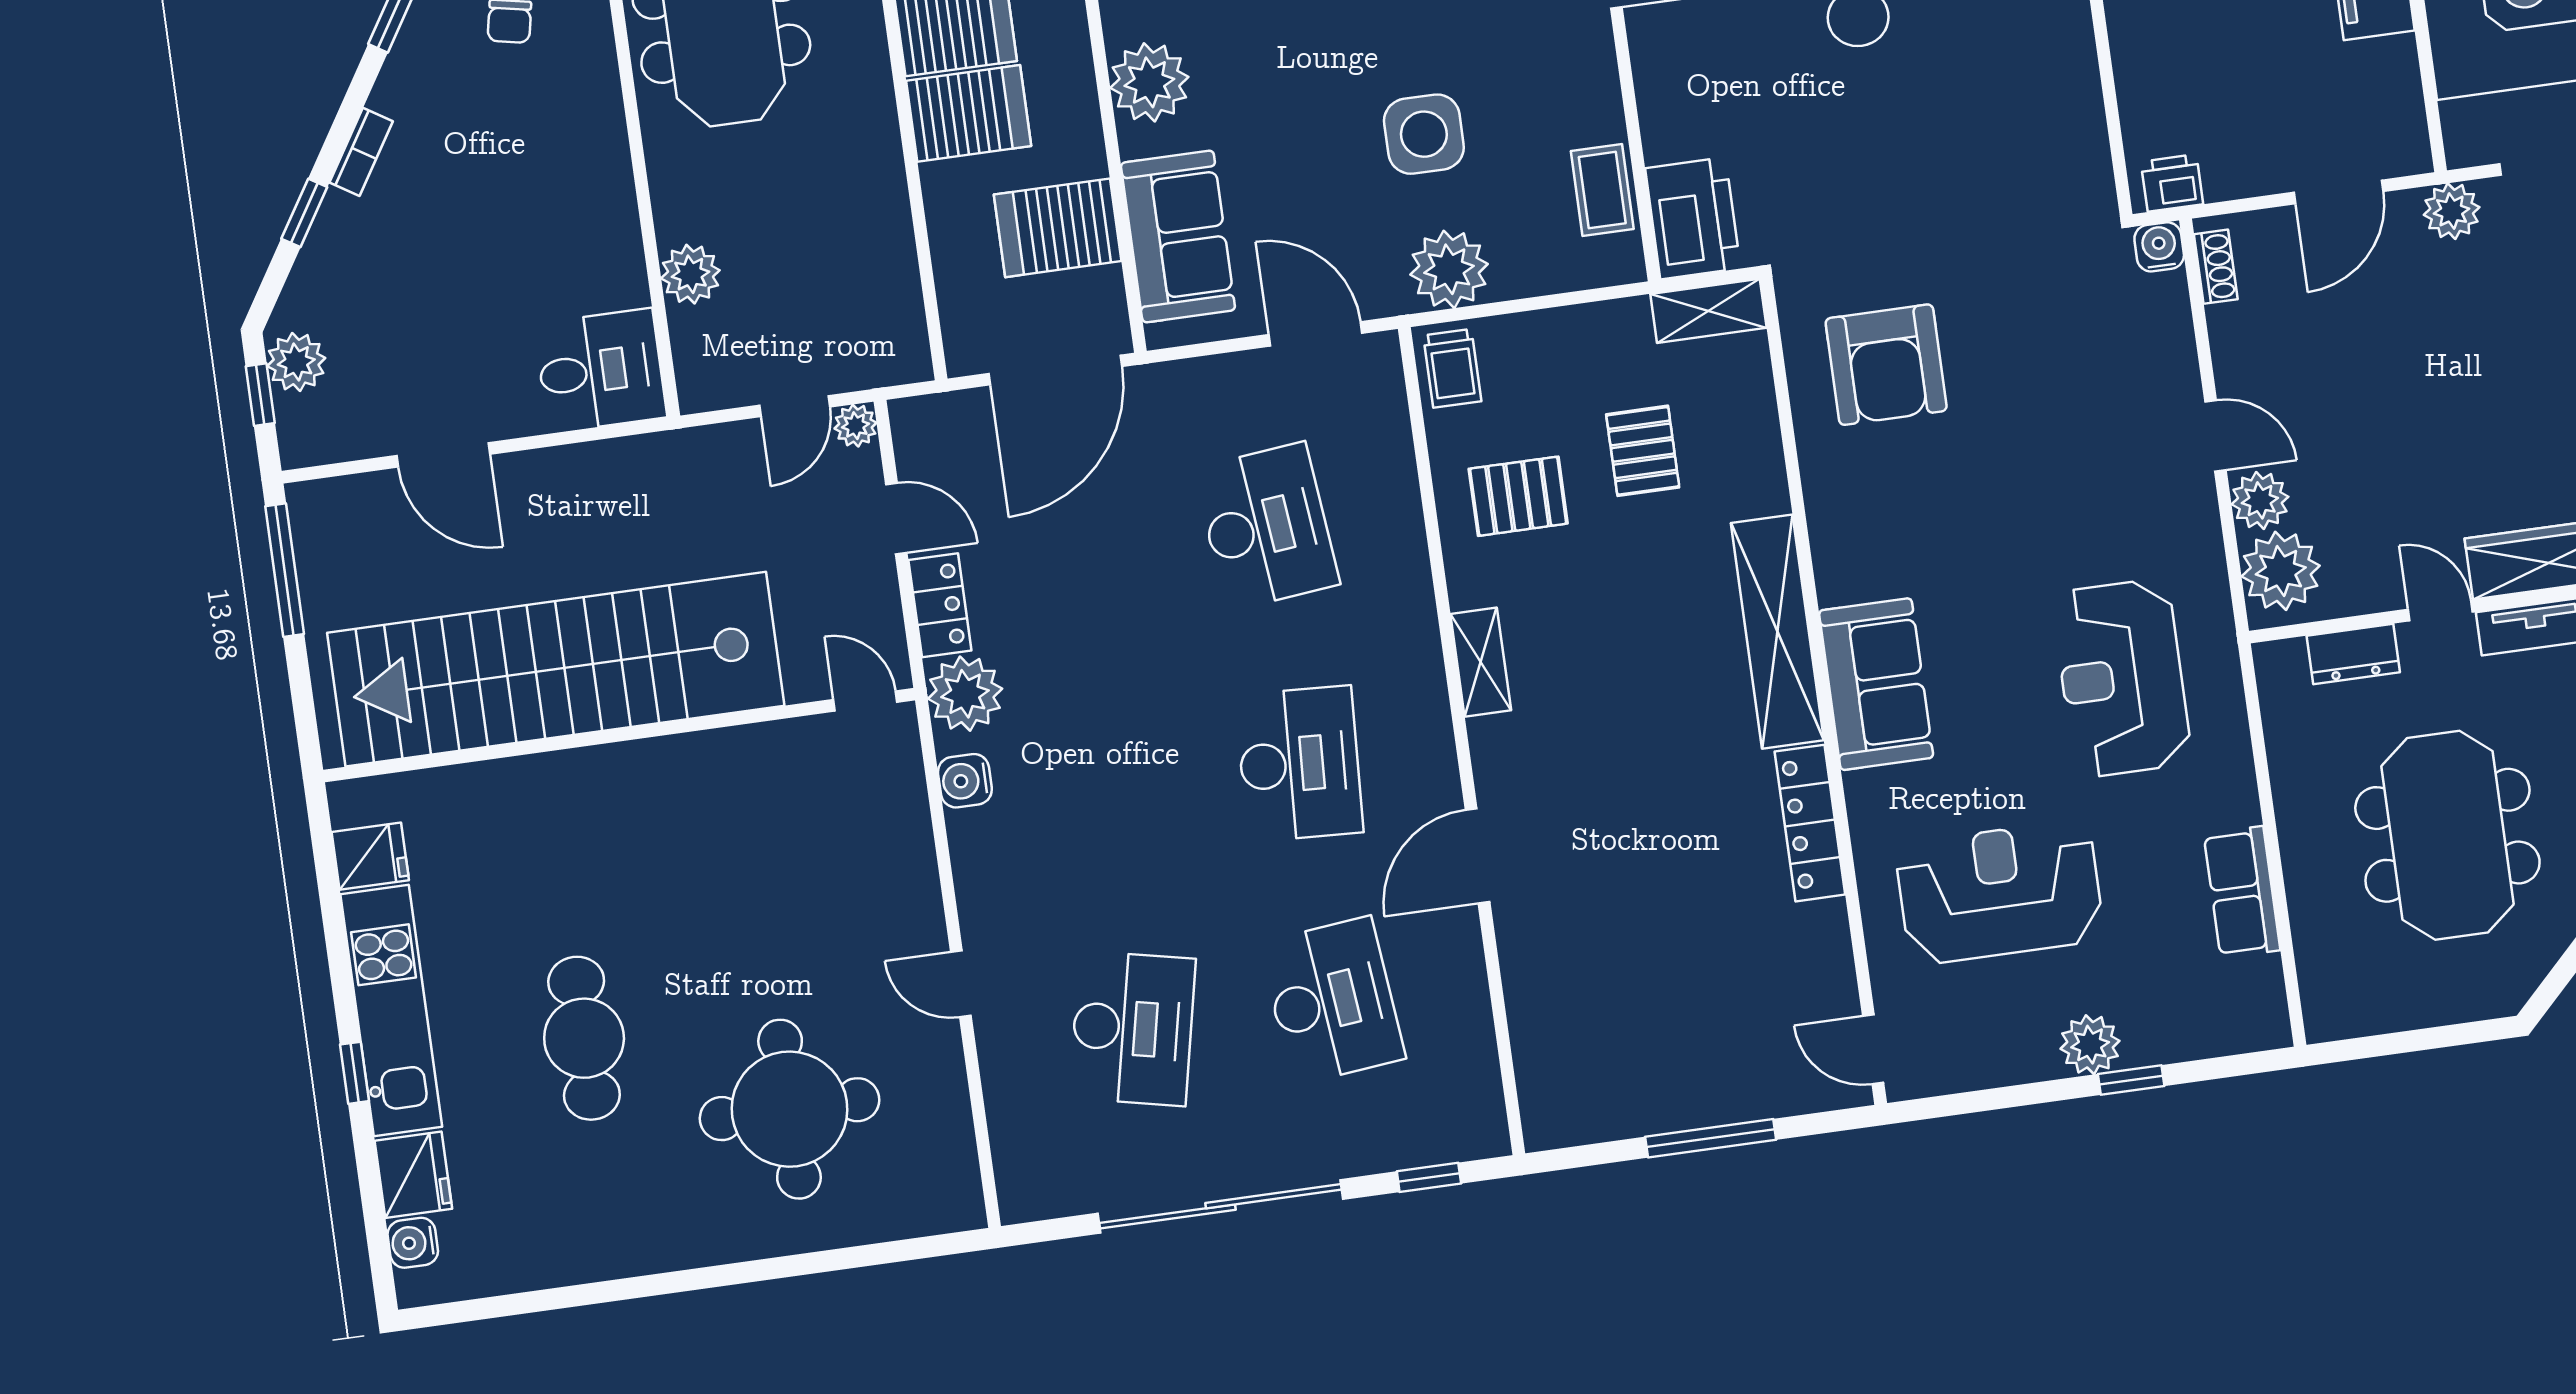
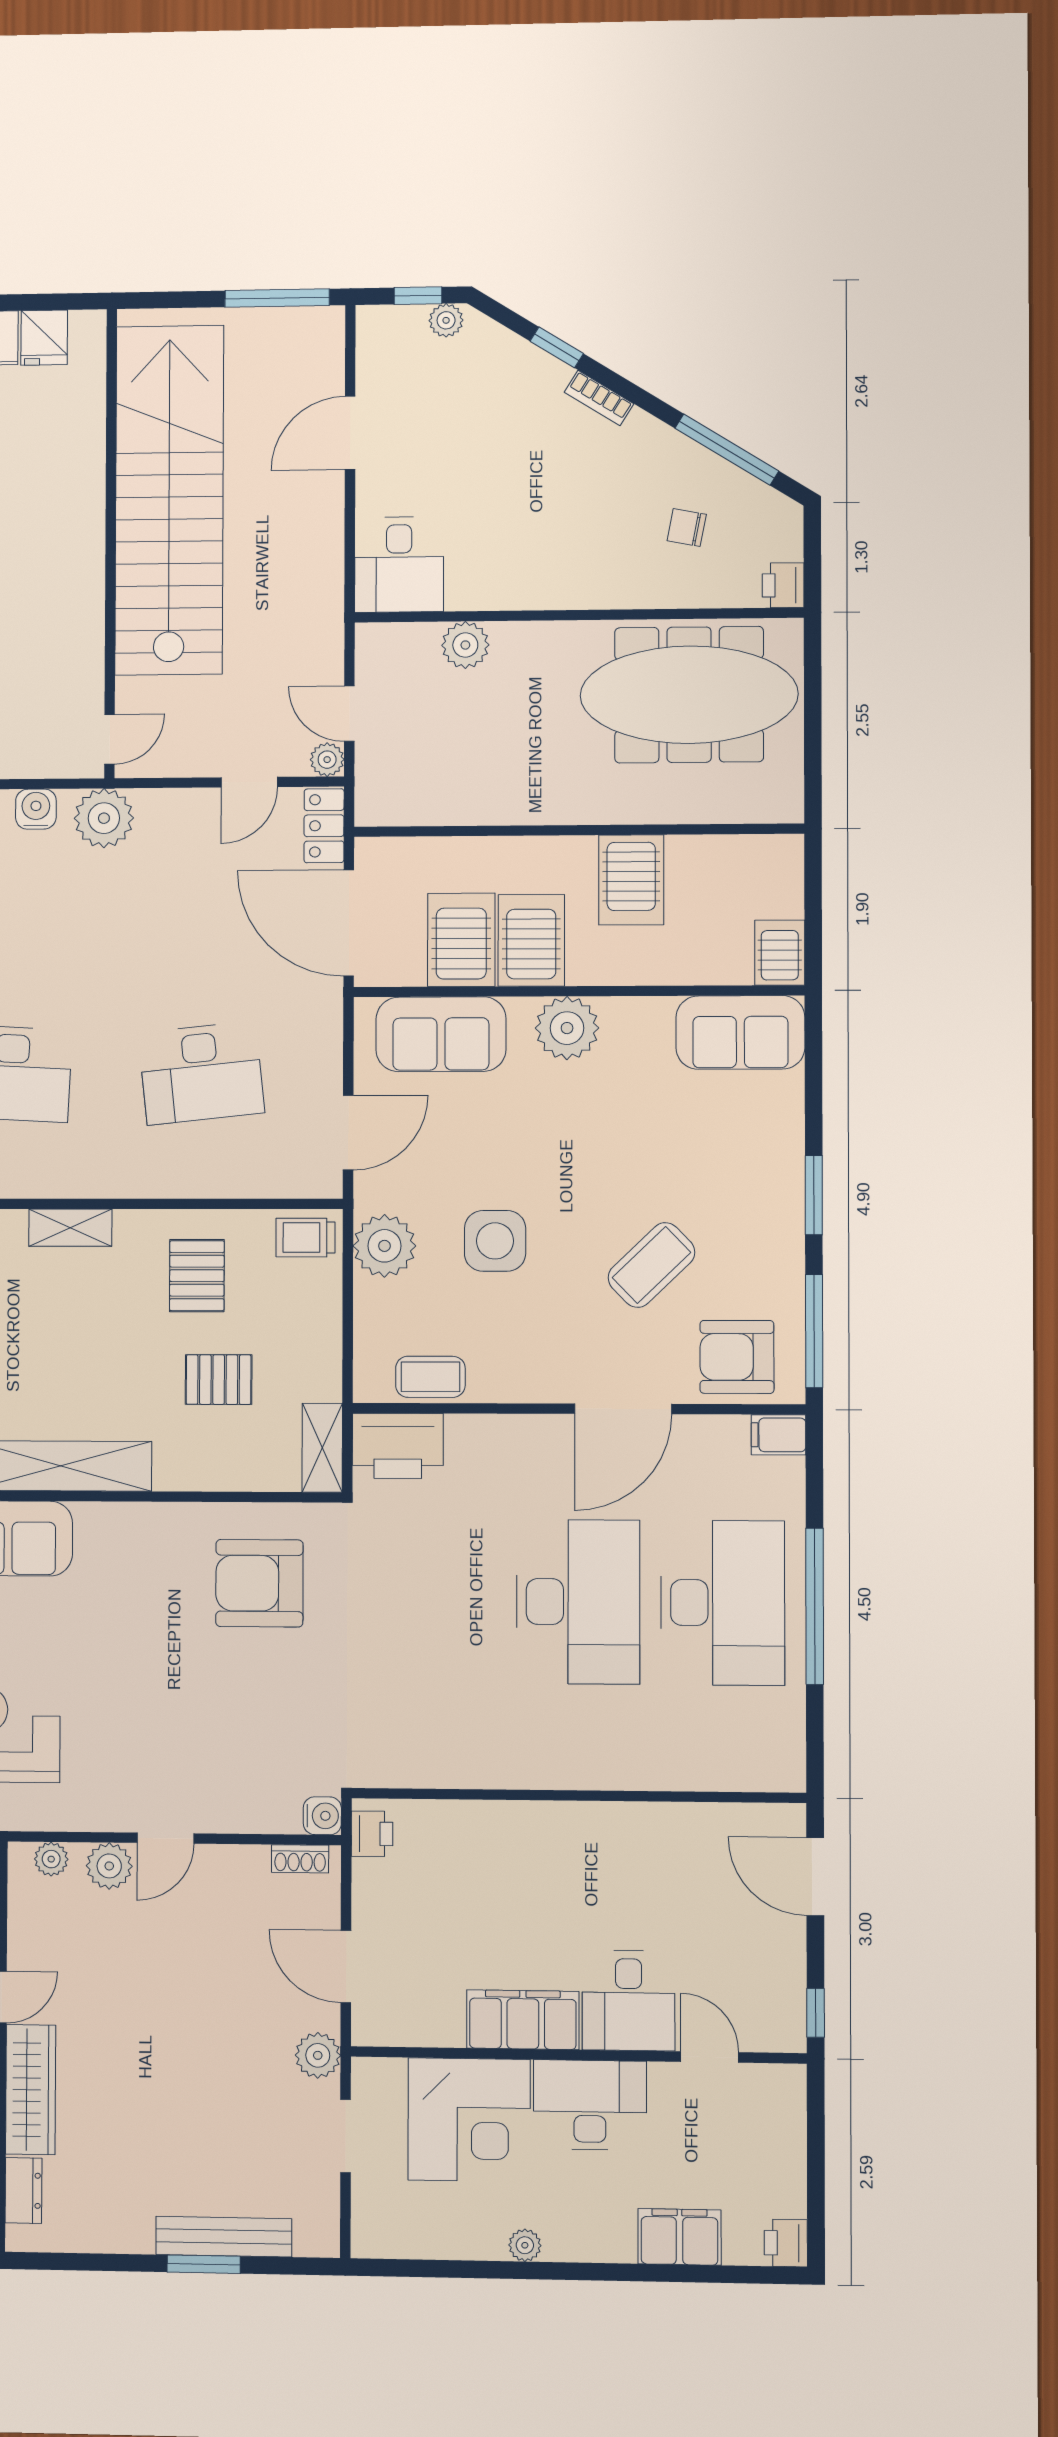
server rack: (969, 113) -> (531, 940), moved, turned 180
plant: (296, 362) -> (446, 320), width x0.73, depth x0.73
plant: (2281, 571) -> (51, 1859), width x0.53, depth x0.53
locker: (940, 605) -> (324, 826), moved, turned 90

